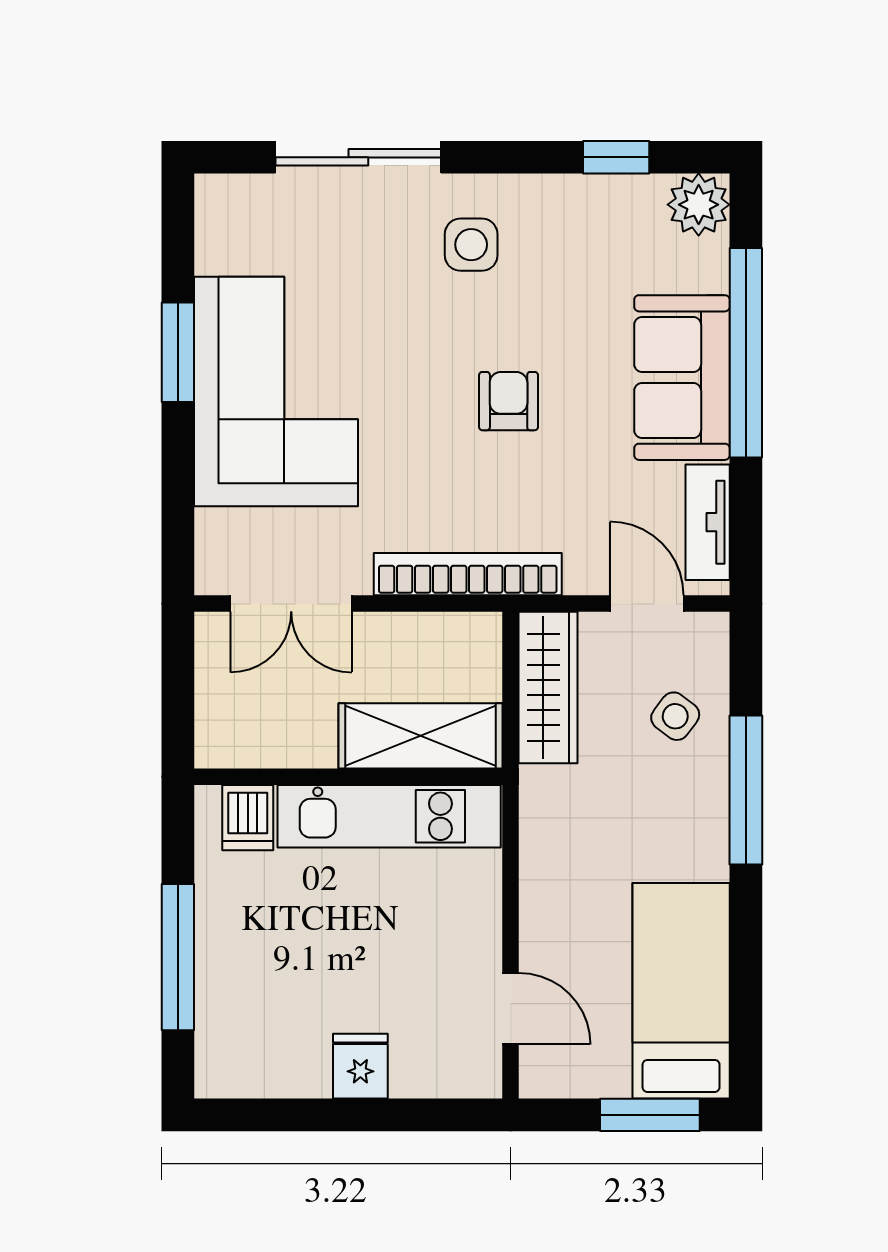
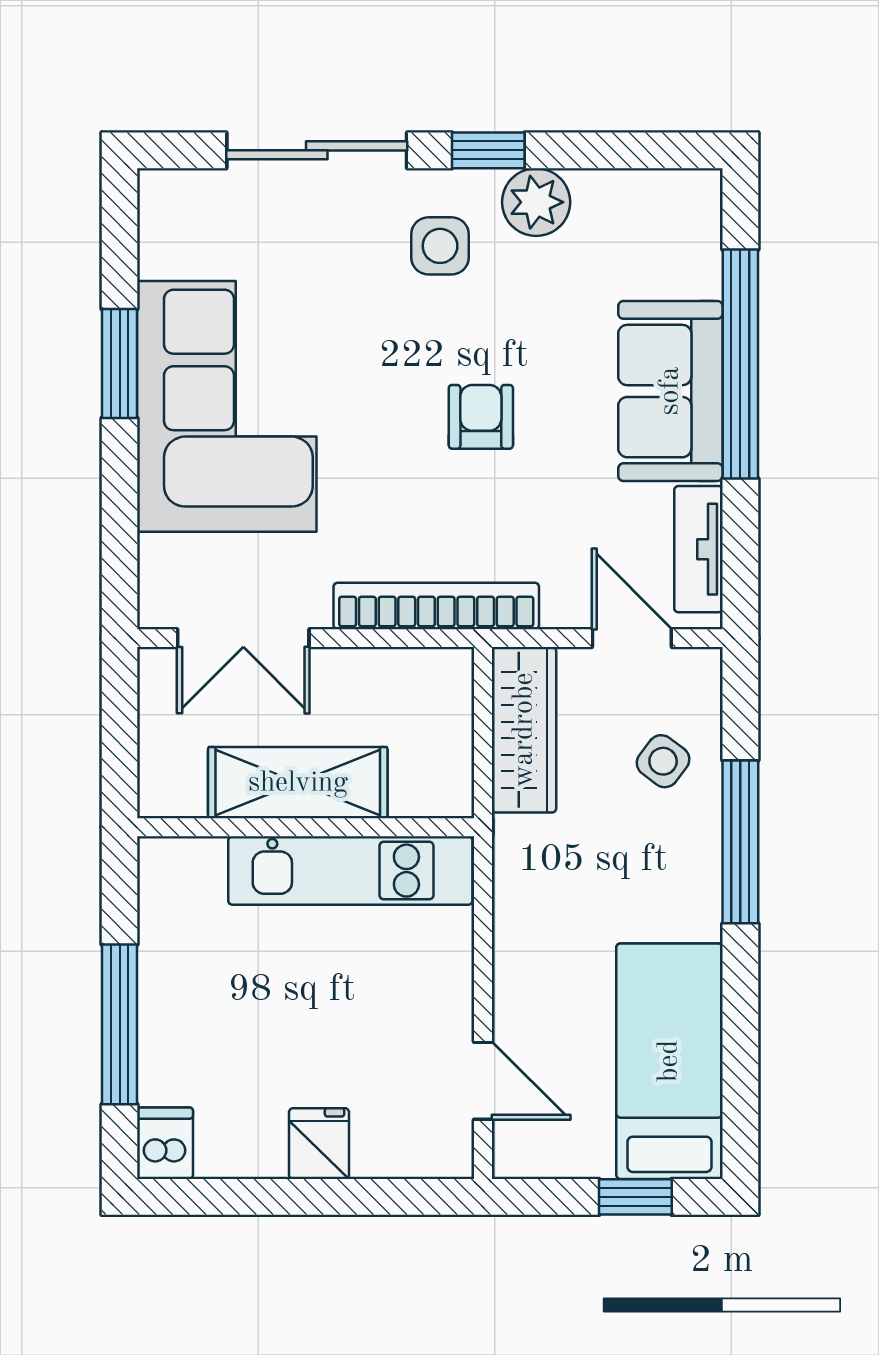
window: (616, 157) -> (488, 150), moved
plant: (699, 205) -> (536, 202), moved
shelving: (421, 736) -> (298, 783), moved
dishwasher: (248, 818) -> (165, 1143), moved, turned 180
window: (650, 1115) -> (635, 1197), width x0.67

